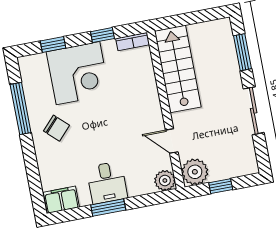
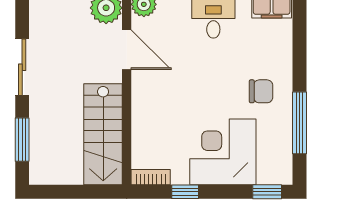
window: (53, 44) -> (267, 192), moved
chair: (56, 128) -> (261, 91), turned 137
door: (172, 141) -> (127, 50), width x1.38

